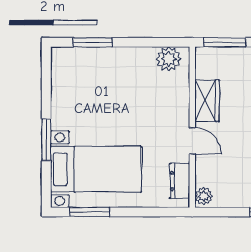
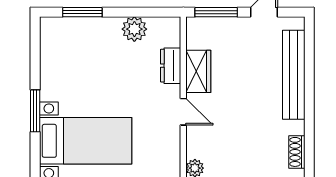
plant: (169, 59) -> (134, 29), moved
dresser: (180, 181) -> (171, 66), moved

